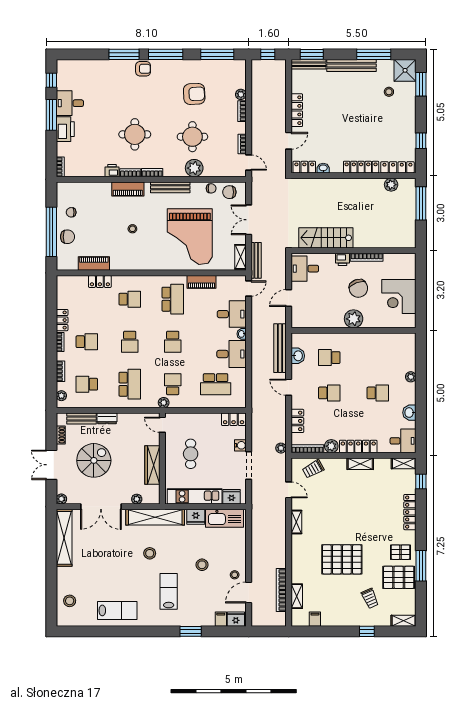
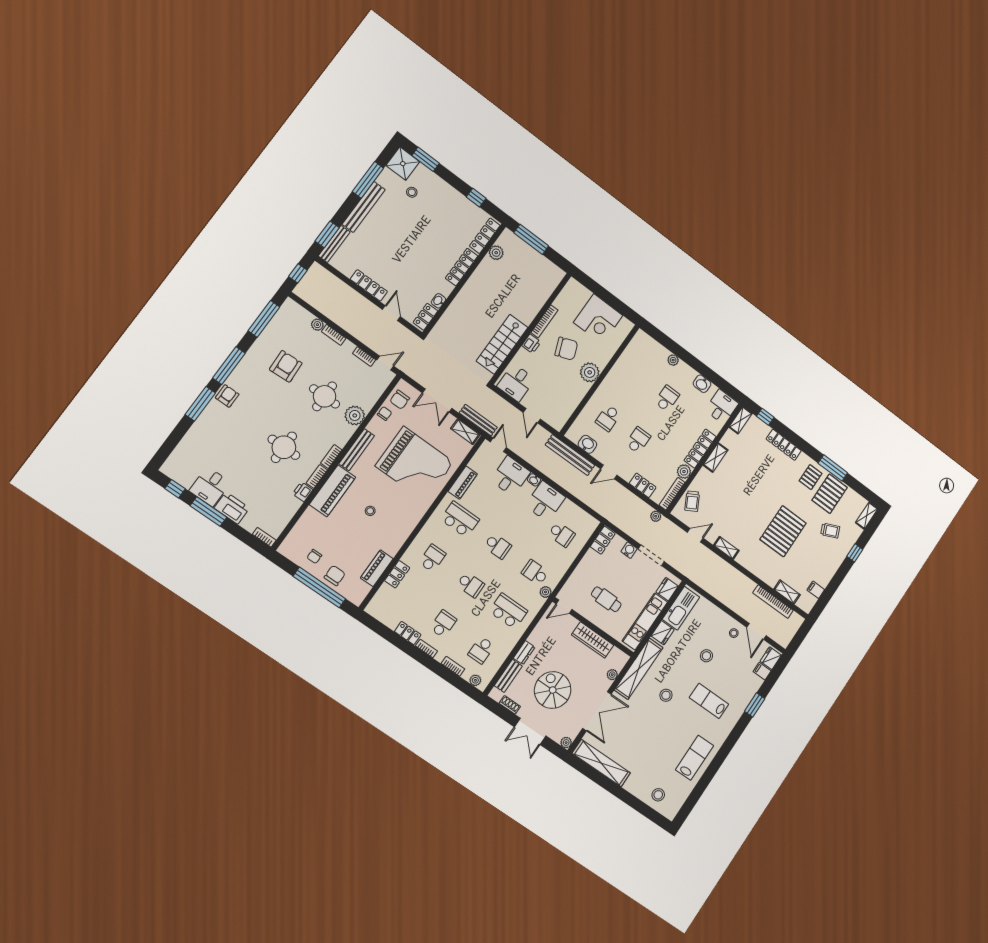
piano: (128, 189) -> (332, 491), width x1.37, depth x1.33
school desk: (216, 384) -> (562, 534), width x0.54

